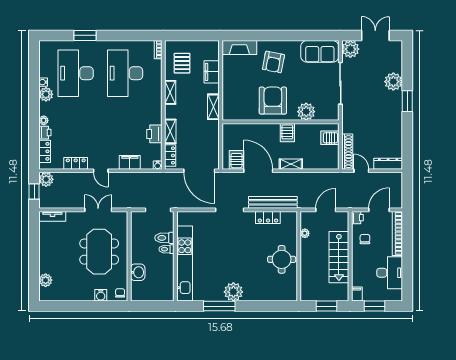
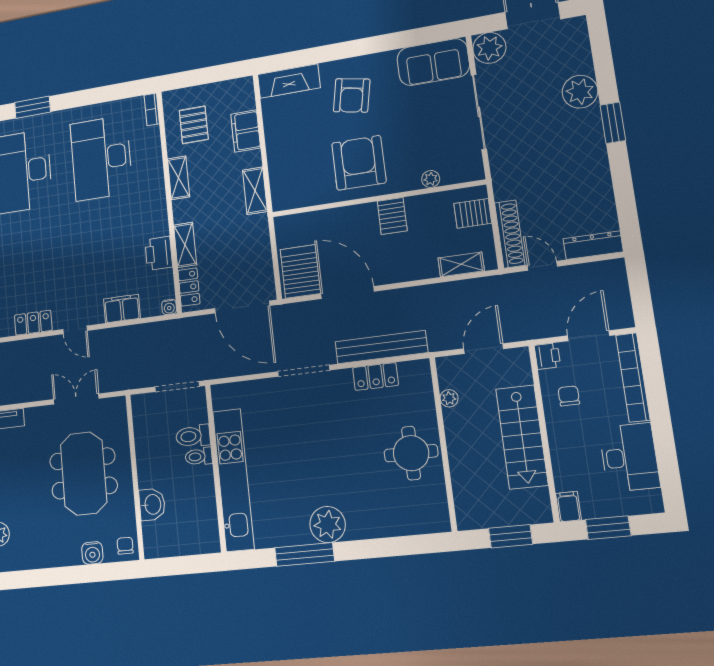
plant: (306, 112) -> (431, 179), width x0.53, depth x0.53
server rack: (237, 160) -> (300, 271), width x1.36, depth x1.44
shelving: (291, 164) -> (461, 264), moved

